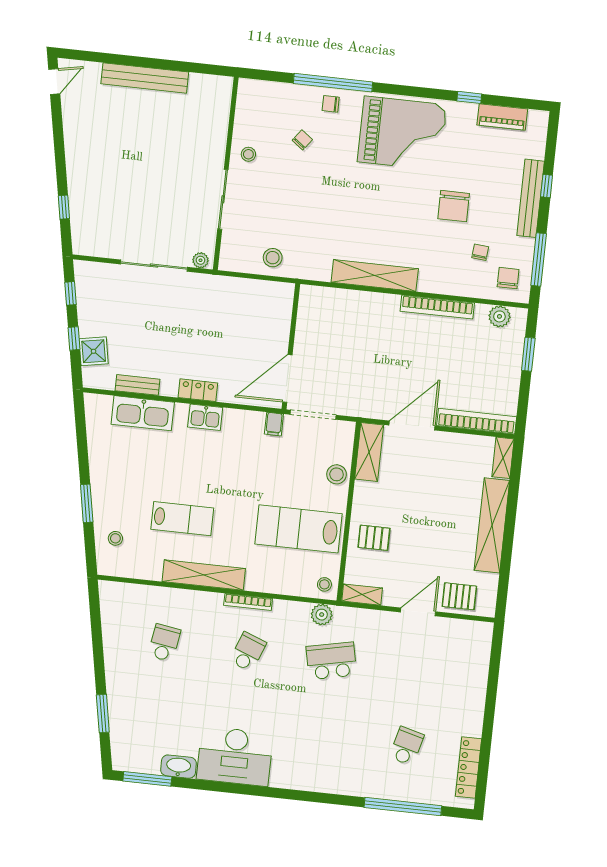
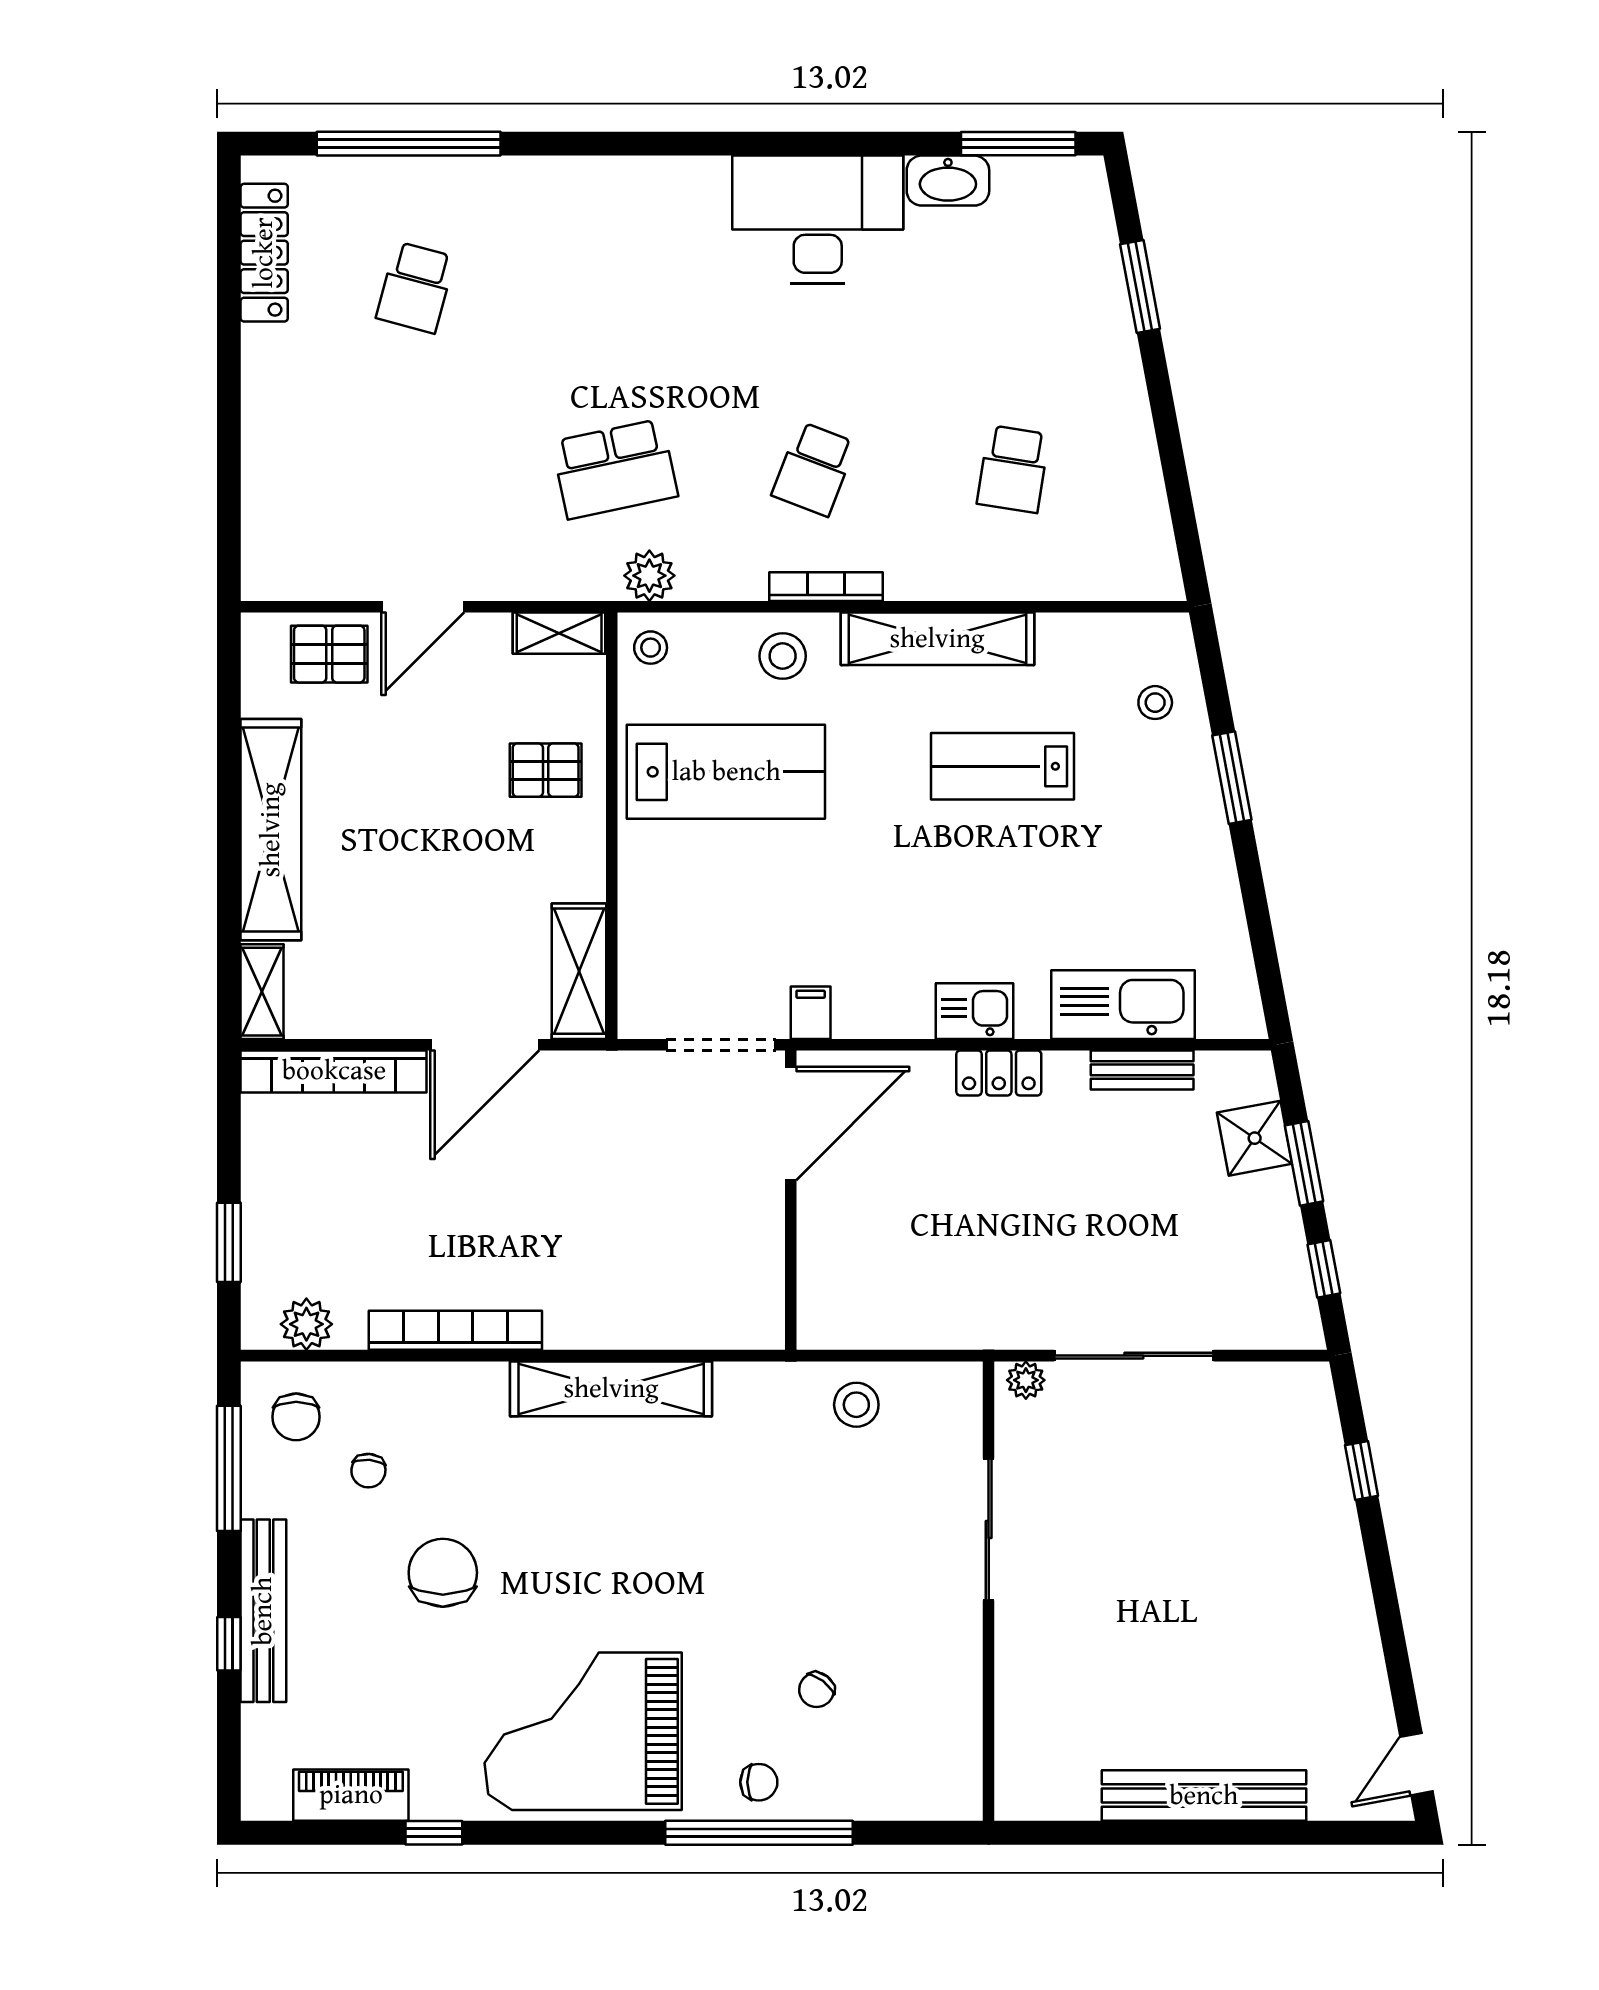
stool: (248, 154) -> (940, 1642), removed
window: (74, 338) -> (1304, 1163), width x1.50
stool: (337, 474) -> (783, 656), moved

